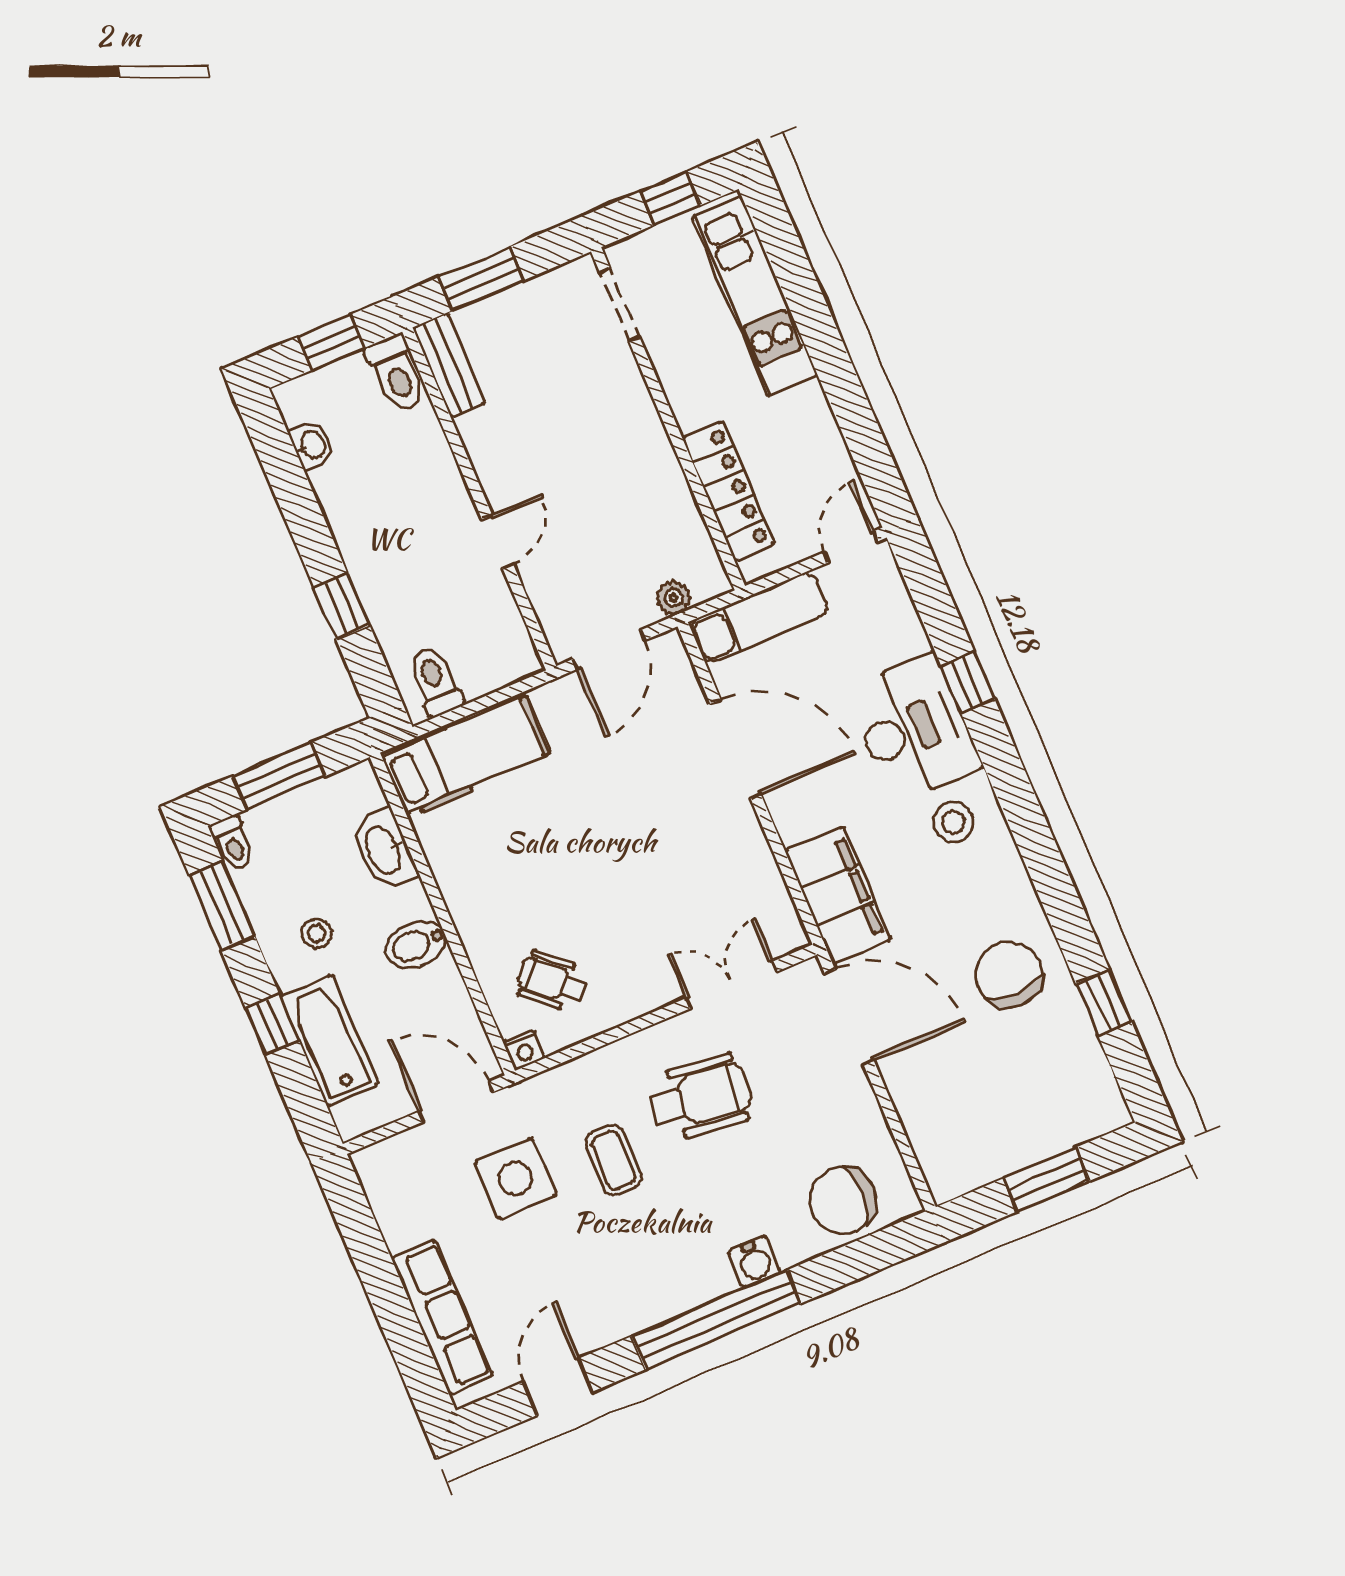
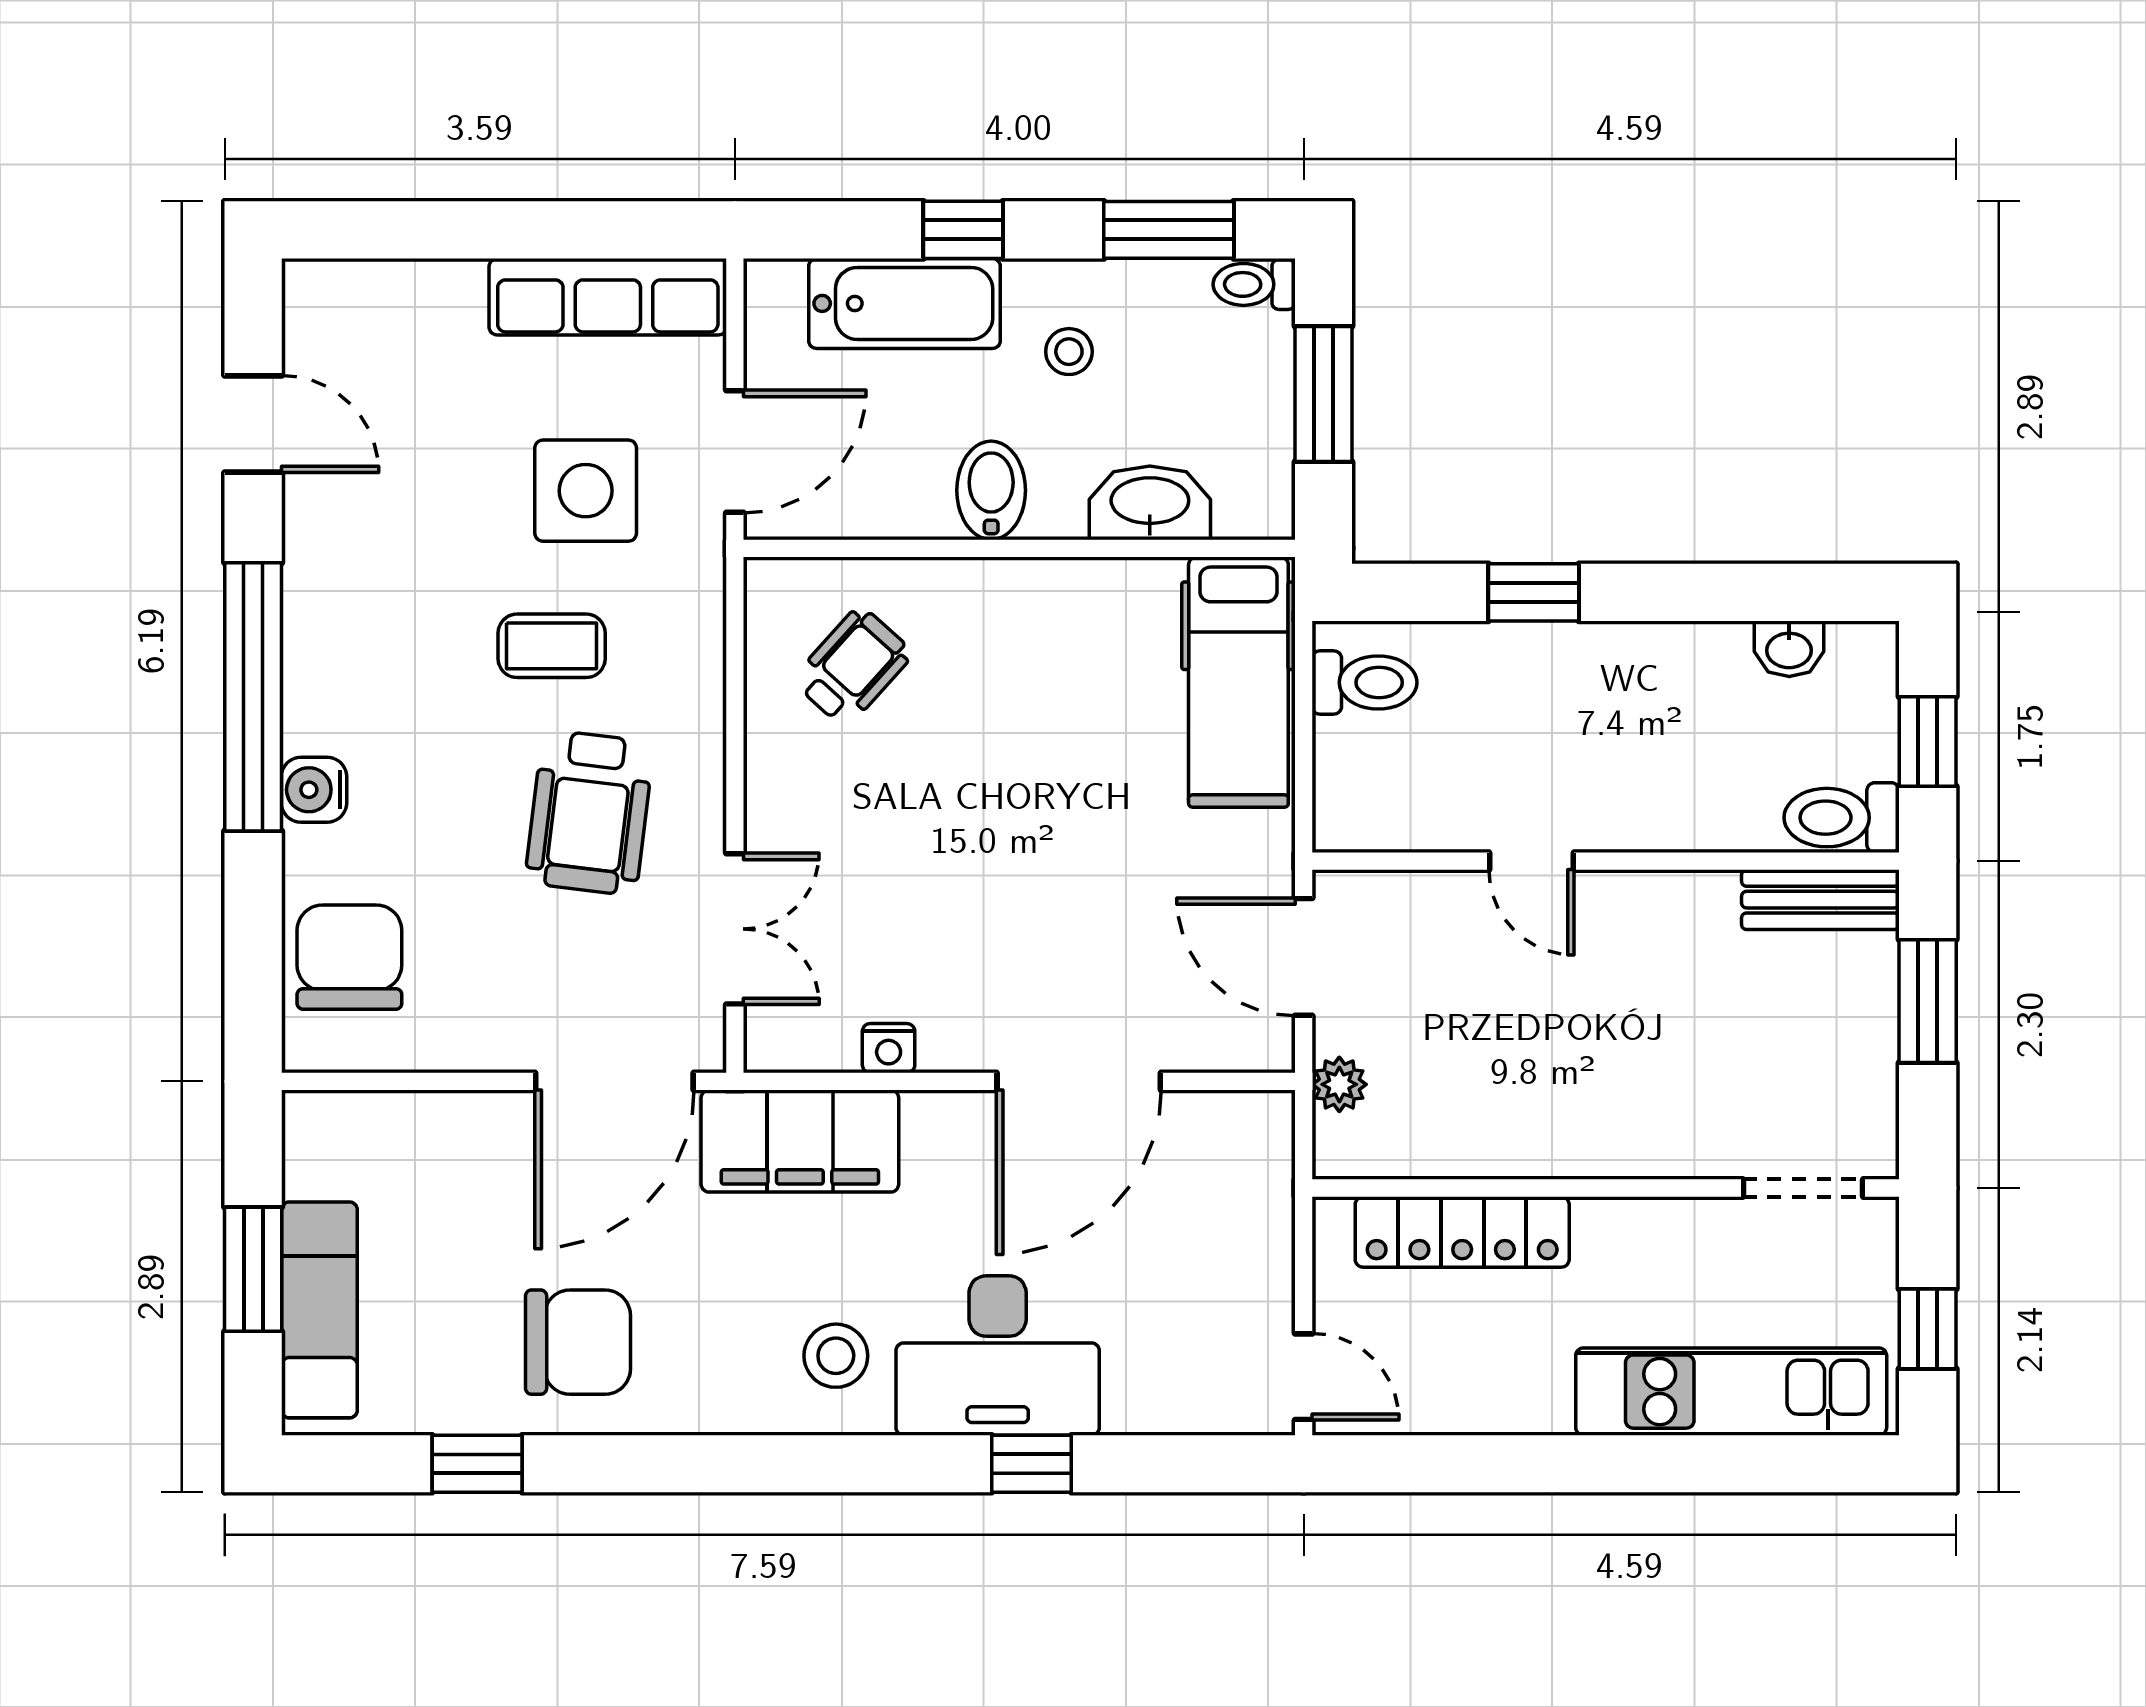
exam couch: (759, 617) -> (319, 1310), moved, turned 180
nightstand: (524, 1050) -> (889, 1048), moved, turned -90
row of seats: (442, 1317) -> (608, 297), moved

